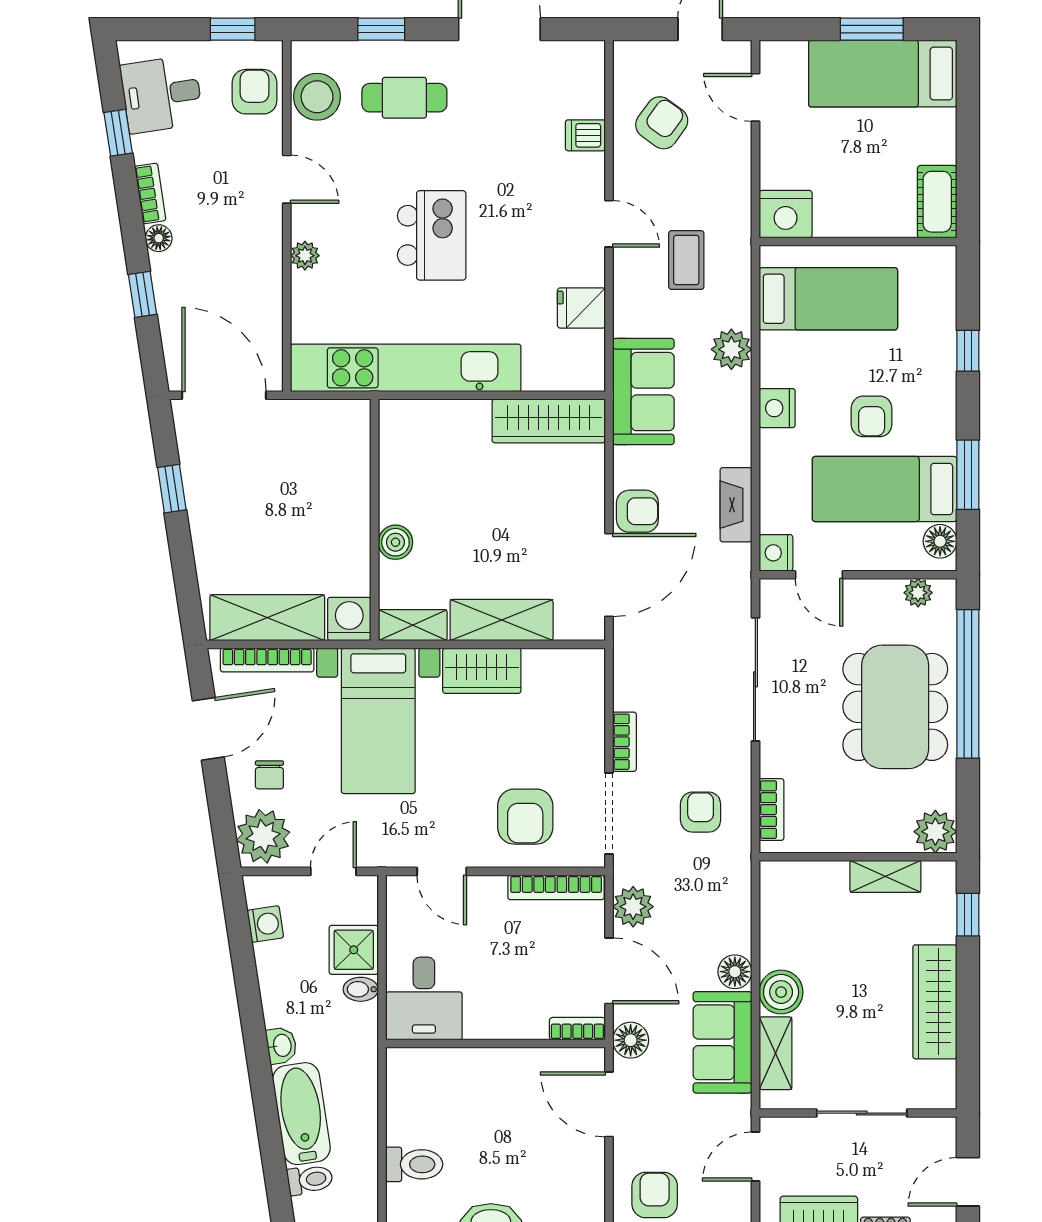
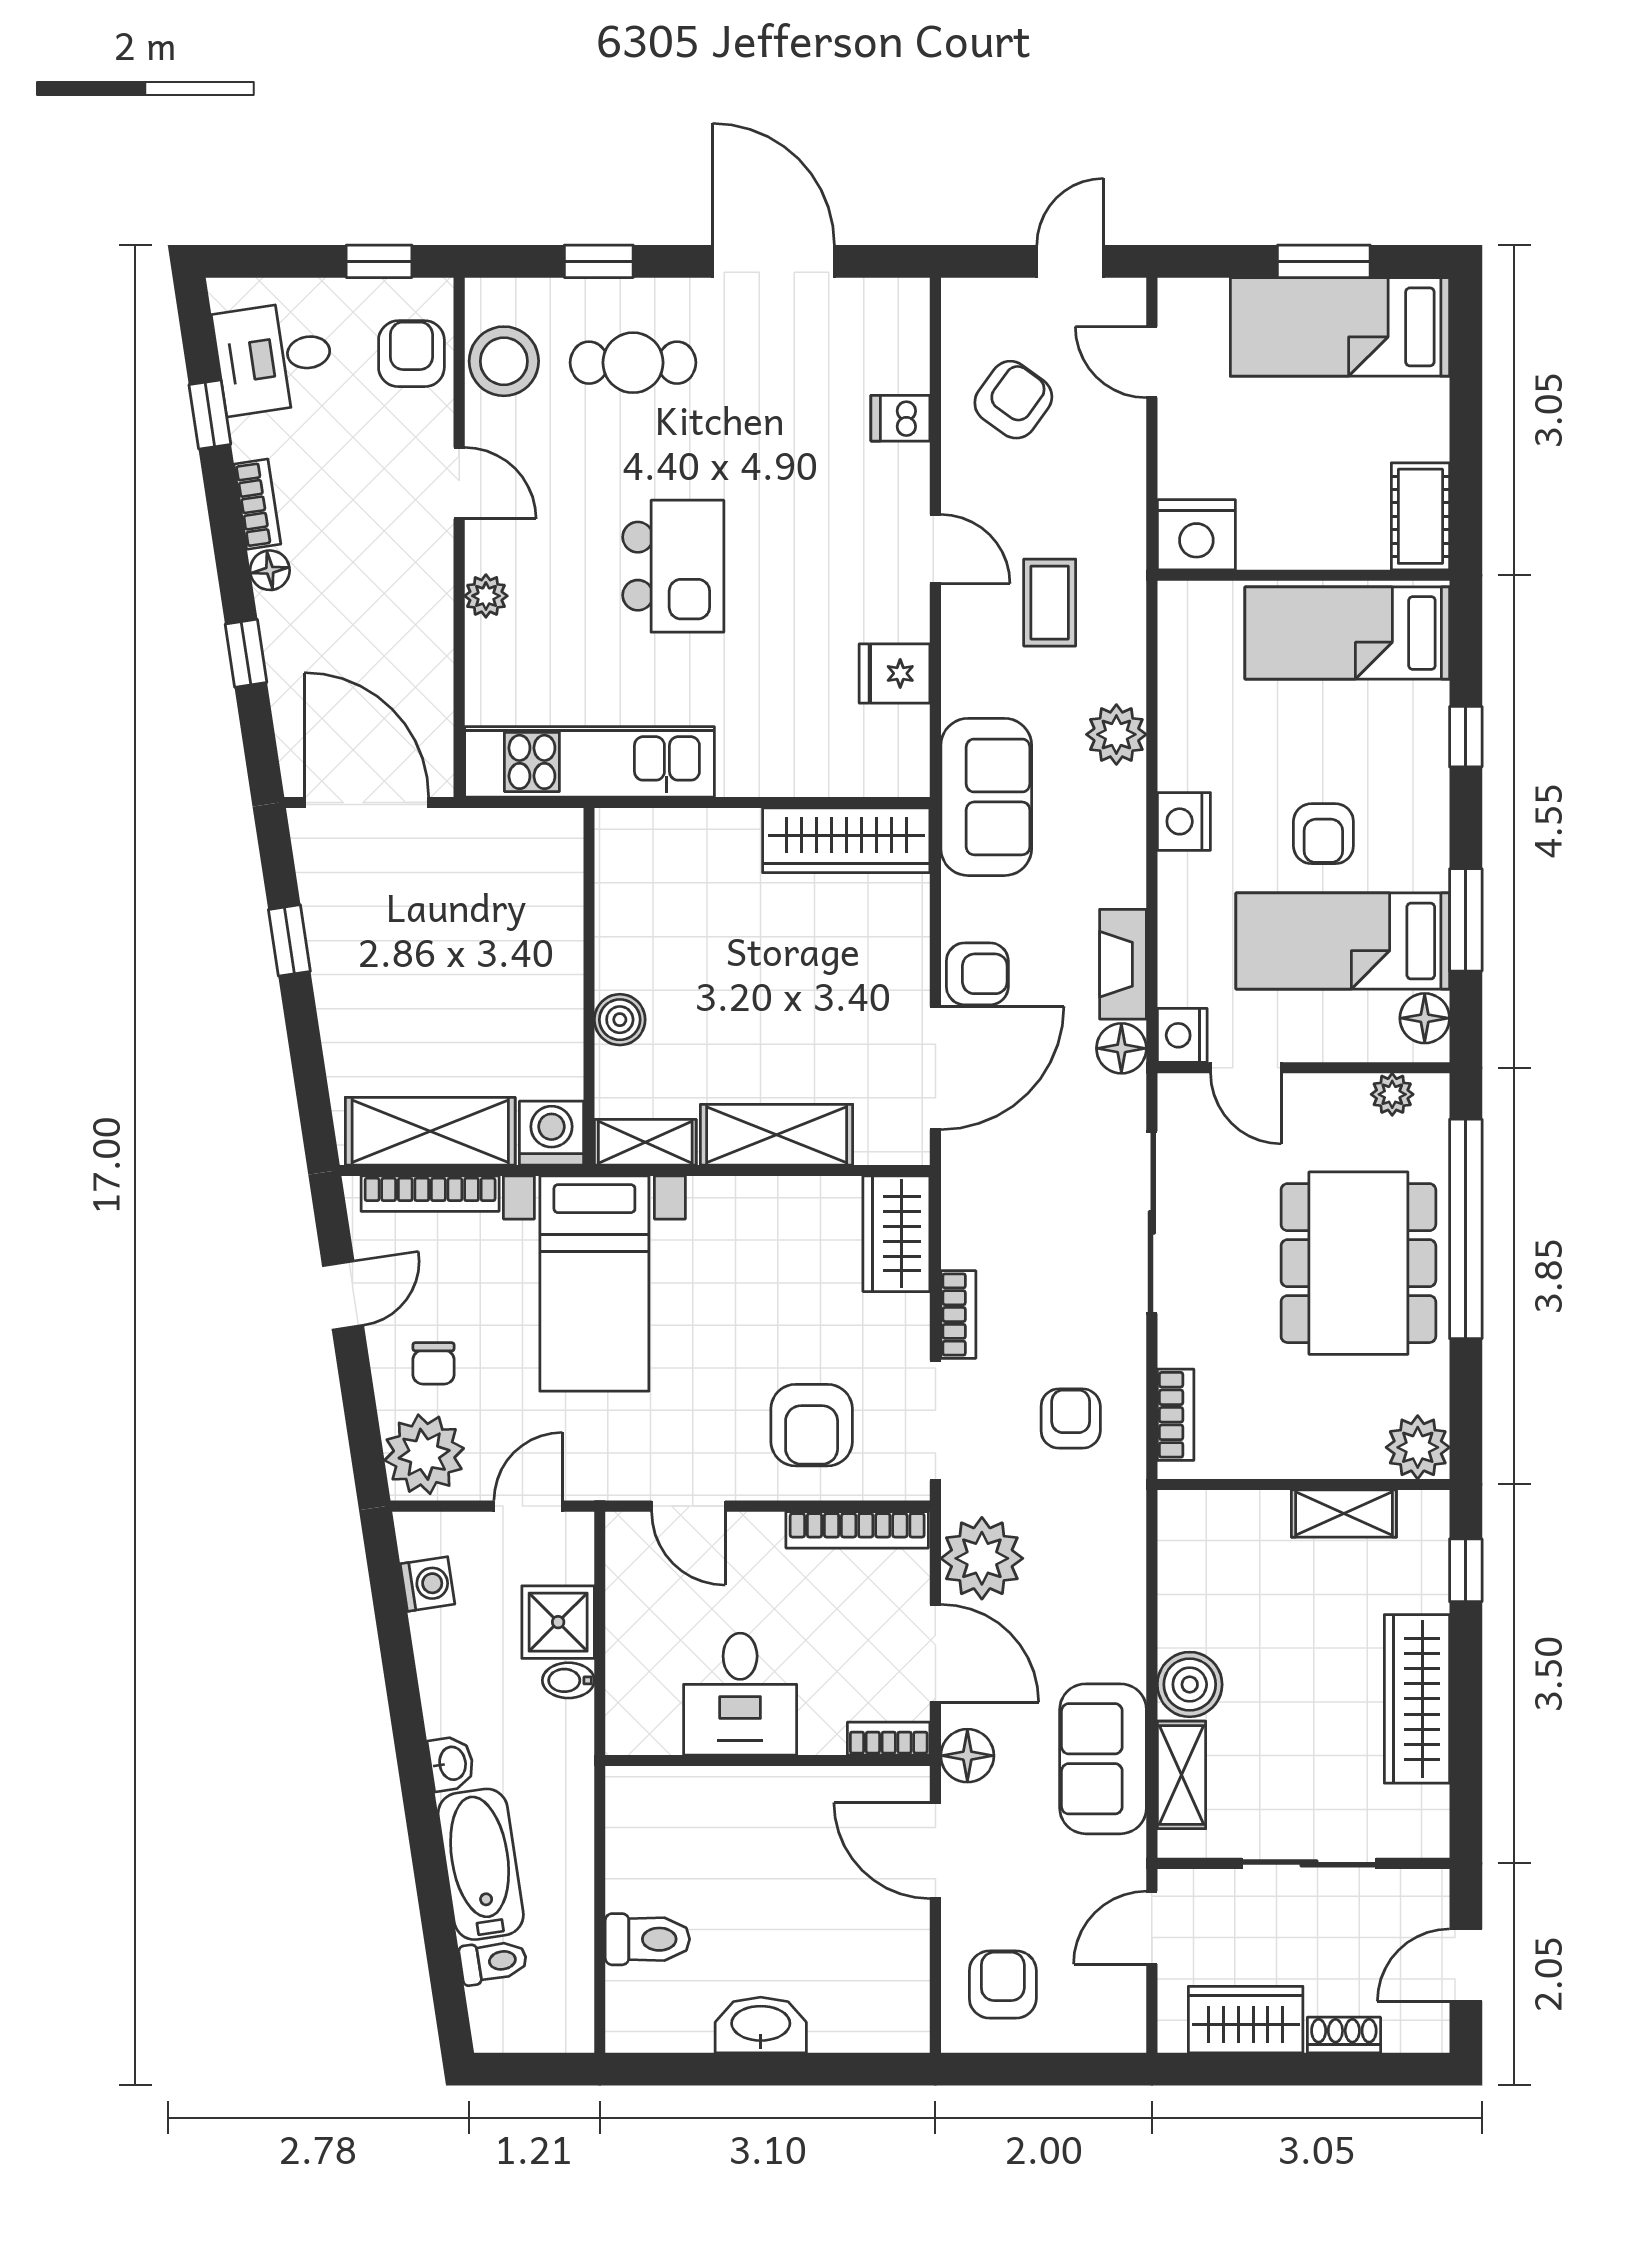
bed: (828, 299) -> (1347, 633), moved, turned 180
kitchen unit: (406, 368) -> (589, 762), width x0.73
wardrobe: (482, 671) -> (896, 1234), moved, turned 90
door: (208, 729) -> (343, 1295), width x0.73
plant: (633, 907) -> (982, 1558), width x1.36, depth x1.36
floor lamp: (735, 972) -> (1121, 1048), moved
desk: (424, 999) -> (740, 1694), moved

